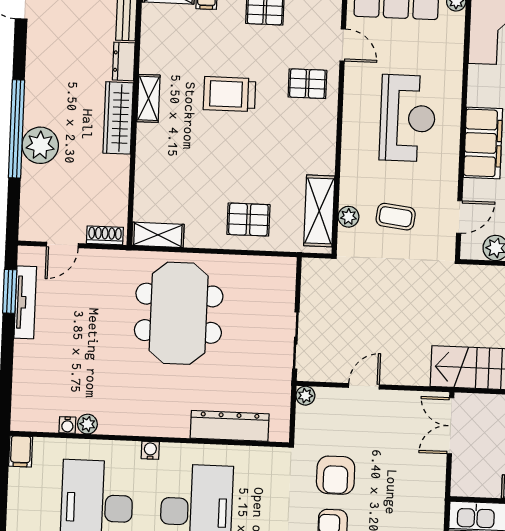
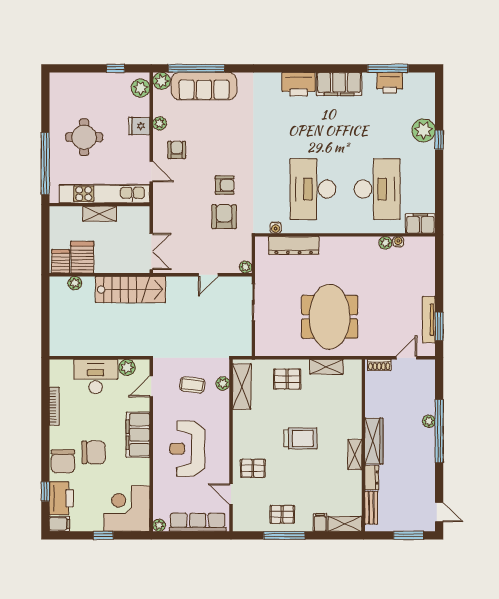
trolley: (230, 94) -> (300, 438), moved
plant: (40, 145) -> (429, 421), width x0.53, depth x0.53
shelving: (158, 235) -> (326, 367), moved
water cooler: (150, 450) -> (276, 228), moved
filing cabinet: (21, 451) -> (420, 223), width x2.00

